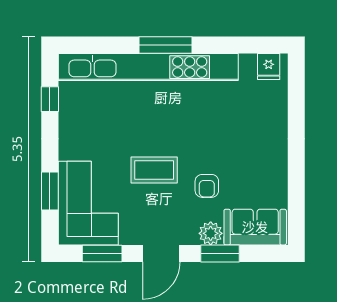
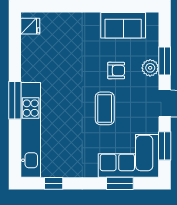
kitchen unit: (148, 67) -> (31, 130), width x0.73
sofa: (255, 227) -> (123, 25), moved, turned -90

